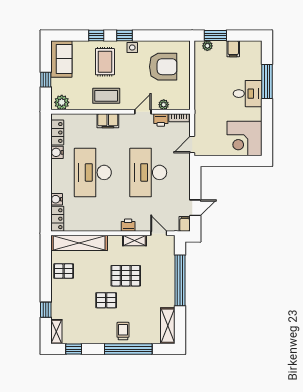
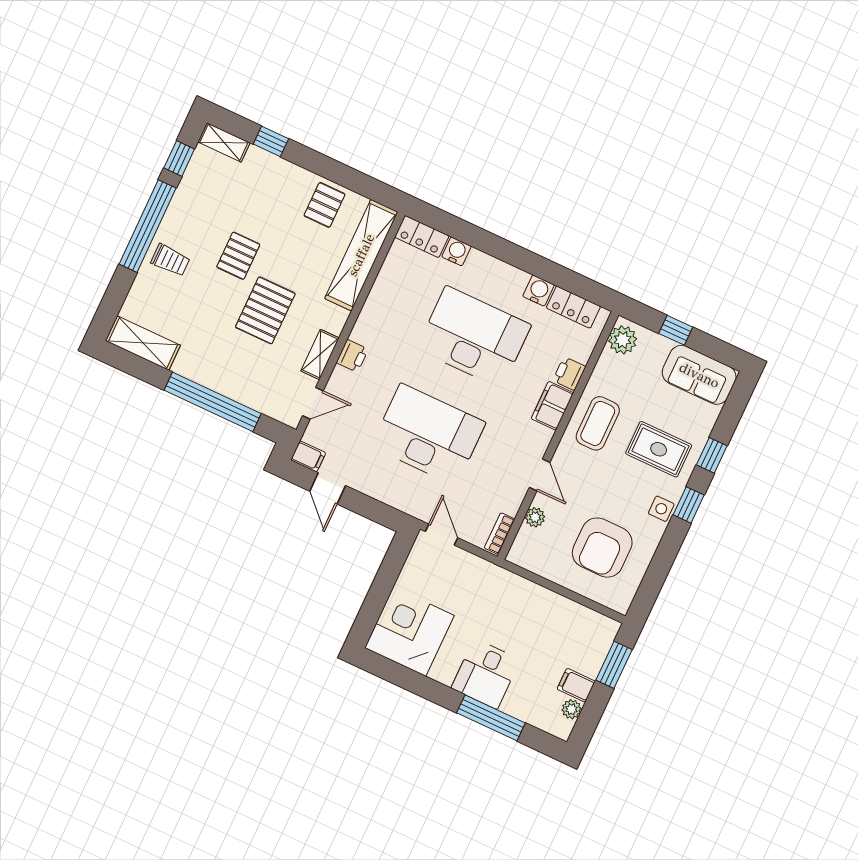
plant: (207, 46) -> (571, 709), moved
printer: (161, 120) -> (569, 373), moved
window: (128, 349) -> (148, 226), moved

